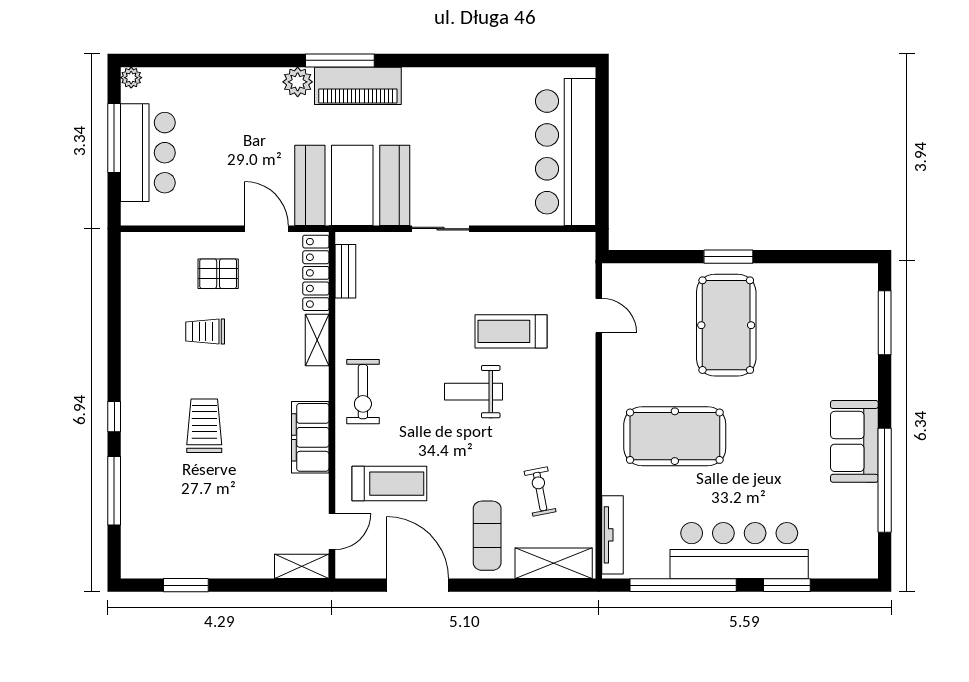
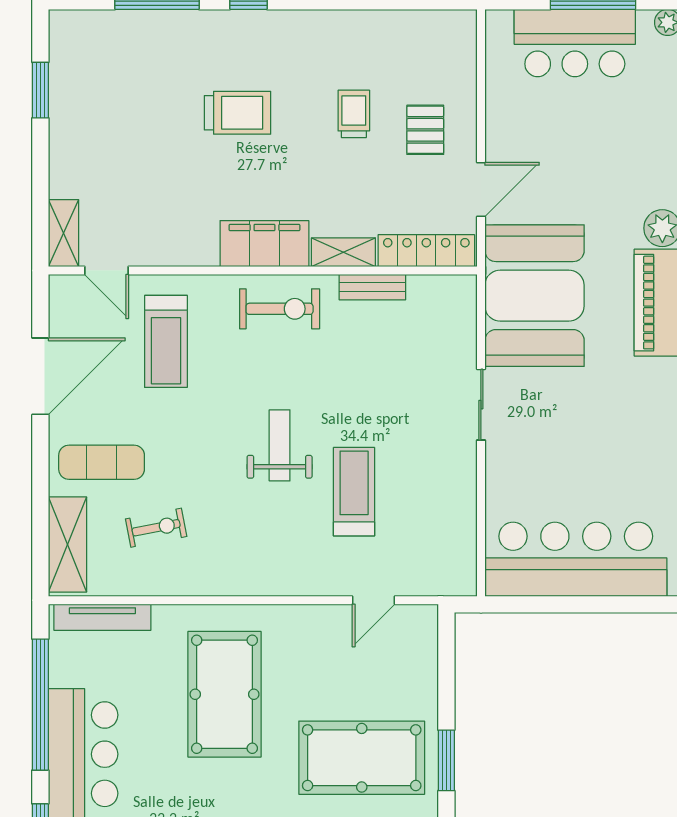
bench: (345, 271) -> (372, 287), moved
exercise bike: (363, 392) -> (280, 309), turned 180
filing cabinet: (310, 437) -> (264, 244), moved

